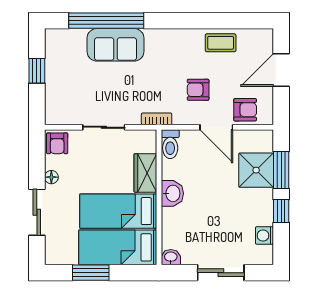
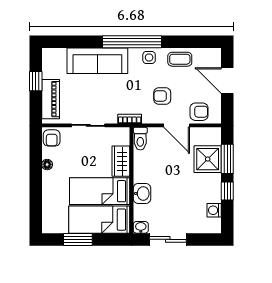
window: (106, 21) -> (132, 42), moved
side table: (181, 41) -> (149, 57), added
sofa: (115, 45) -> (97, 61), width x1.36
door: (281, 70) -> (227, 81), hinge flipped
piano: (56, 94) -> (51, 99), added
washbasin: (172, 193) -> (142, 193), moved
sliding door: (37, 212) -> (36, 192), removed
sliding door: (221, 273) -> (168, 239), moved

